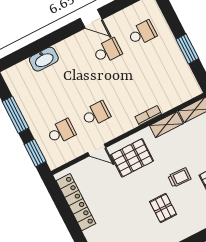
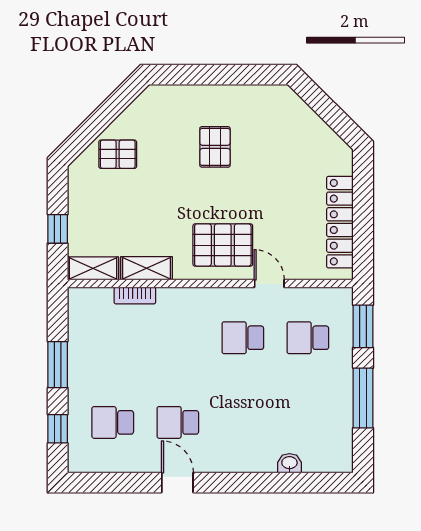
window: (170, 15) -> (58, 429), added
washbasin: (44, 59) -> (289, 463), width x0.52, depth x0.69
bookcase: (148, 115) -> (135, 296), moved
trolley: (179, 178) -> (167, 180), removed

